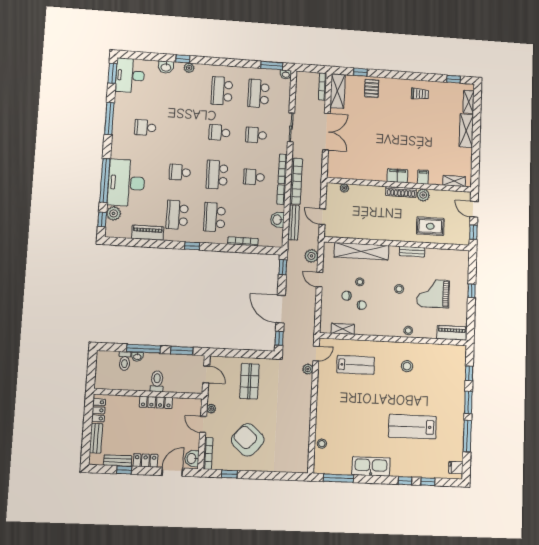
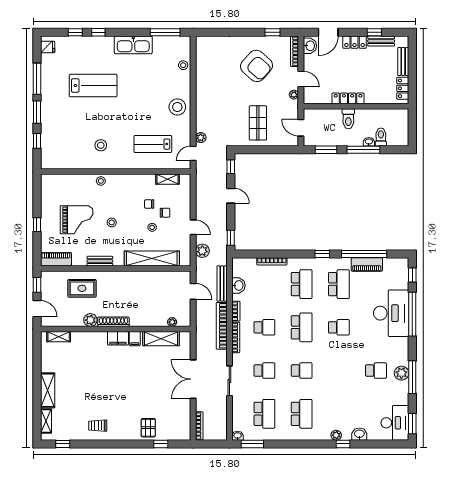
shelving: (338, 91) -> (161, 339), moved, turned 90
filing cabinet: (423, 177) -> (135, 339), moved
plant: (114, 213) -> (401, 373), moved
window: (150, 243) -> (364, 254), added
door: (281, 309) -> (231, 196), width x0.53
piano: (452, 333) -> (56, 259), moved, turned 180
stool: (330, 401) -> (177, 107), added

